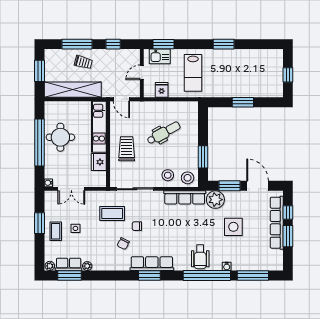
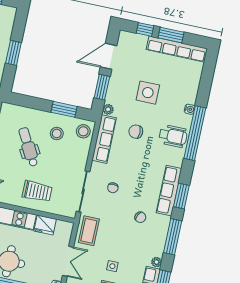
trolley: (127, 149) -> (37, 191), turned 180
stool: (168, 175) -> (57, 134), moved
plant: (215, 200) -> (108, 109), width x0.53, depth x0.53
coffee table: (112, 214) -> (89, 231), moved
row of seats: (277, 223) -> (177, 49), moved
chair: (197, 224) -> (136, 132), added
chair: (137, 226) -> (113, 188), moved
window: (253, 275) -> (173, 237), moved

